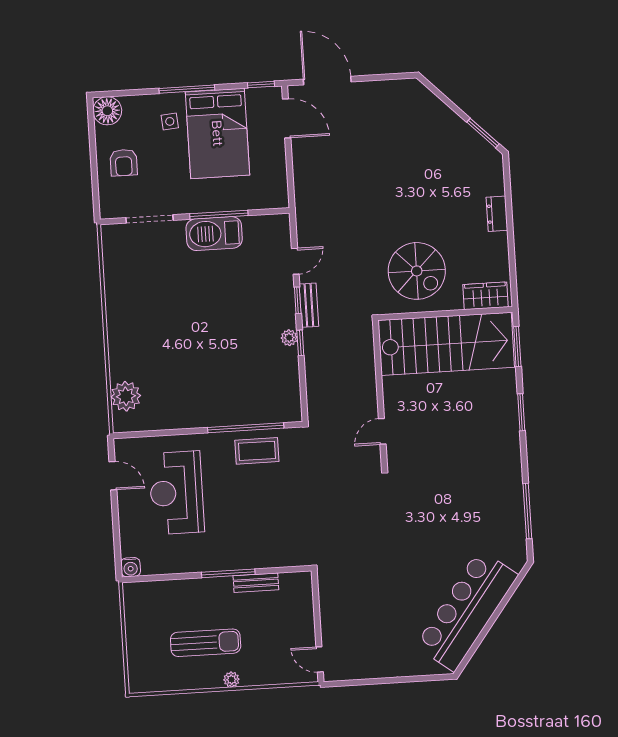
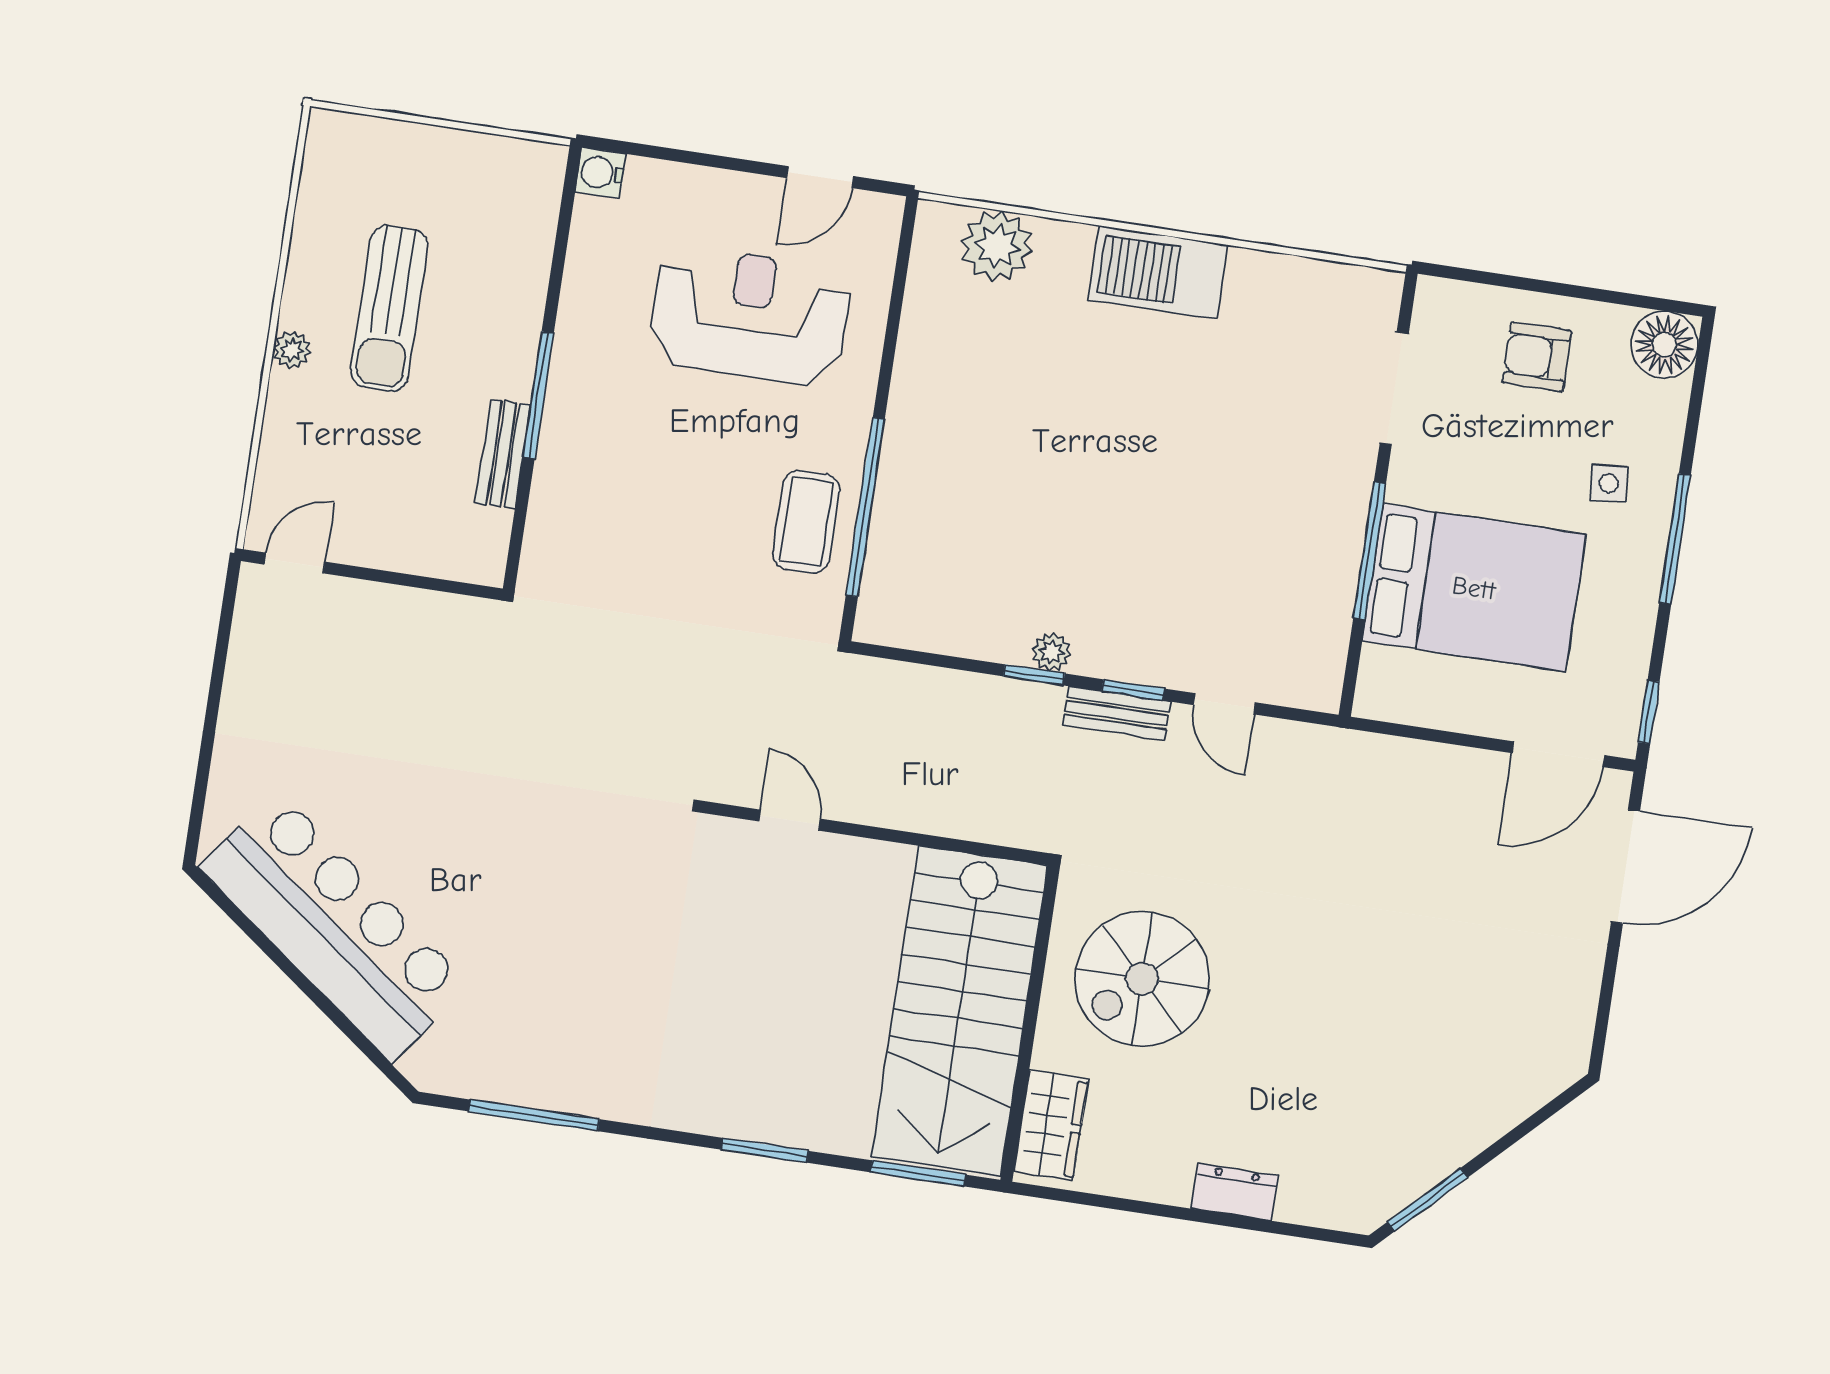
bed: (217, 133) -> (1474, 588), moved, turned 180
barbecue: (214, 234) -> (1158, 272), moved, turned -90

